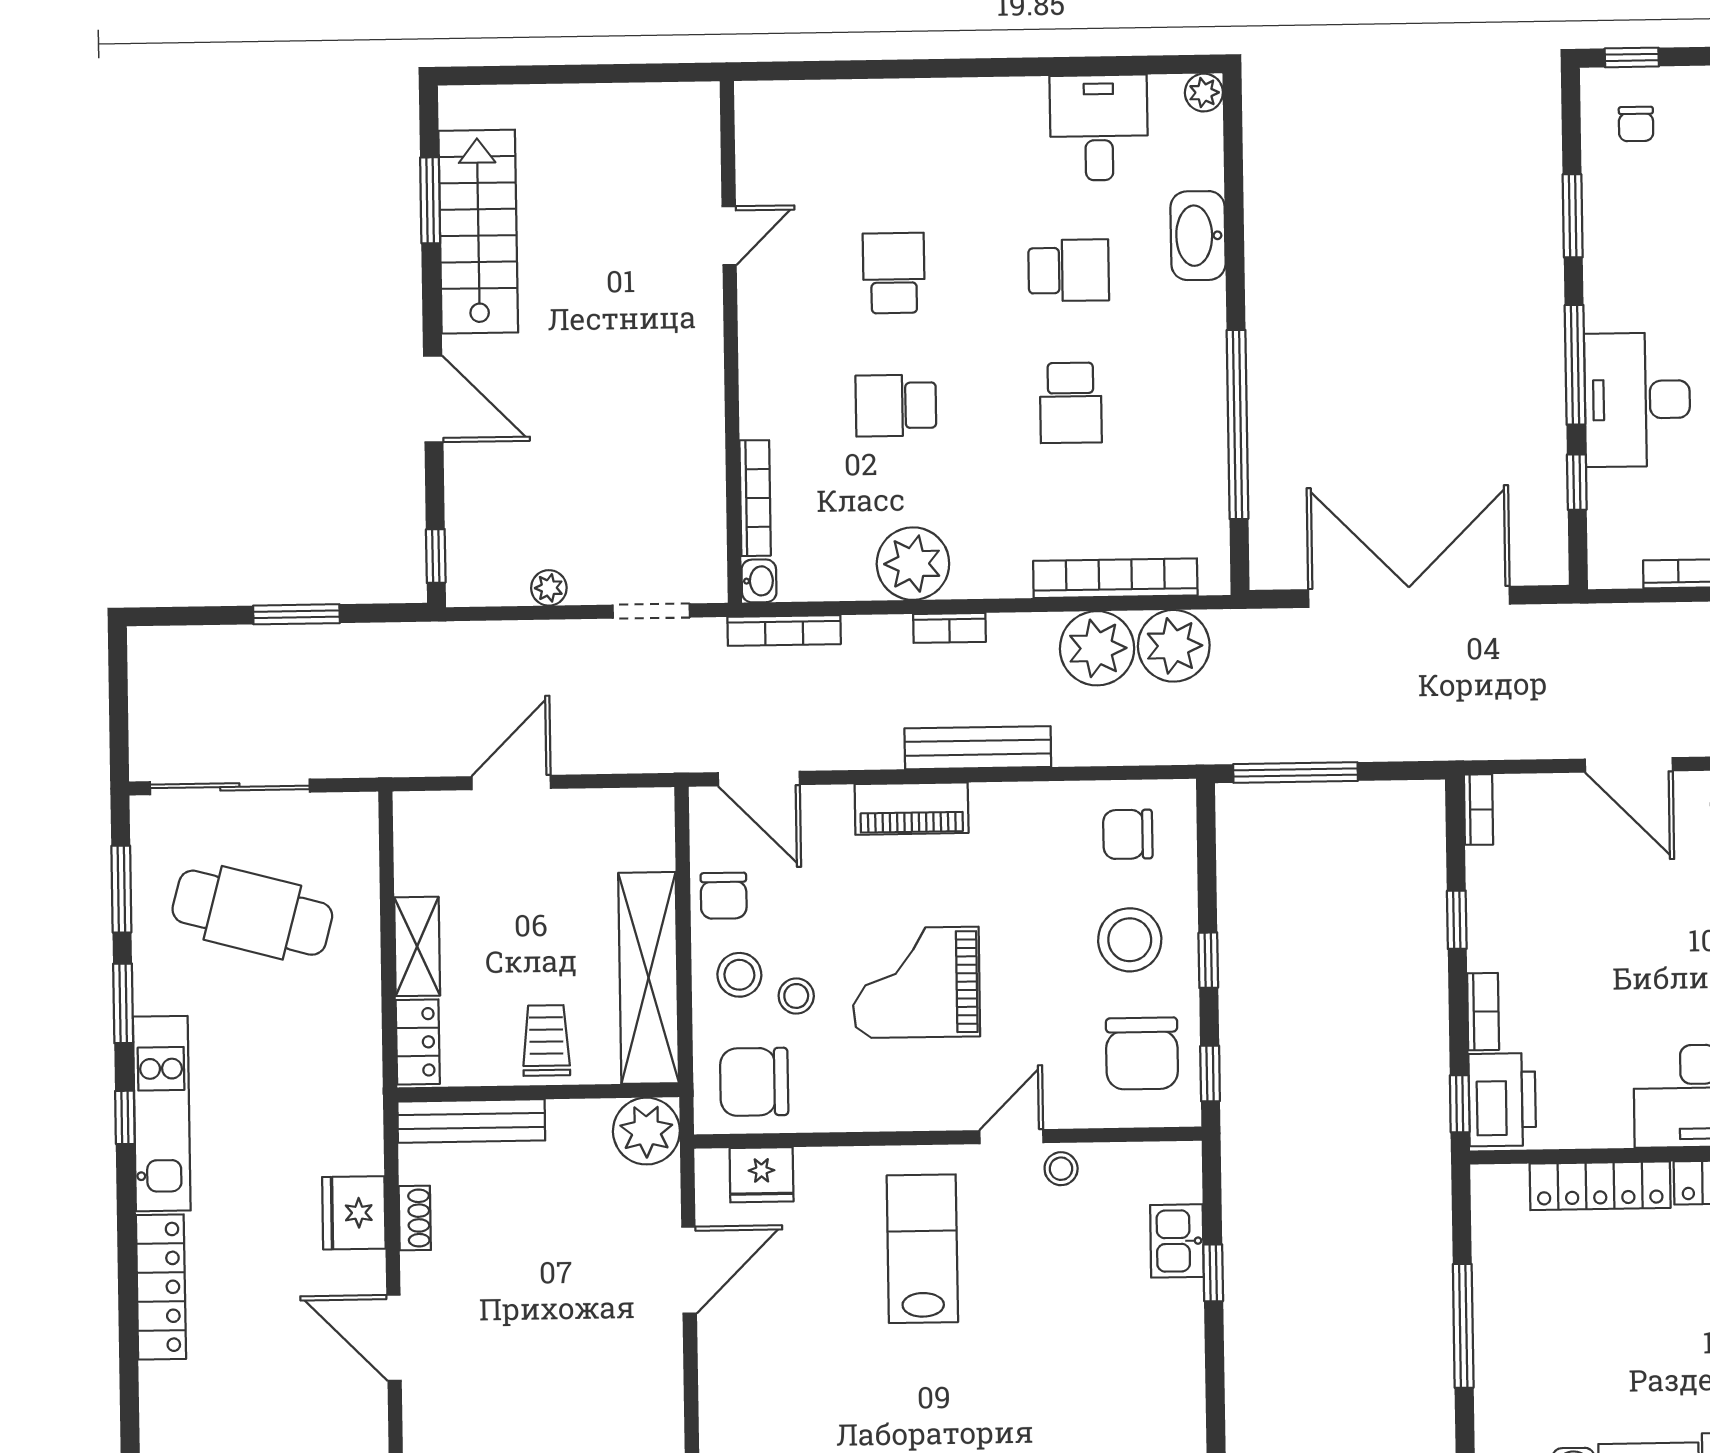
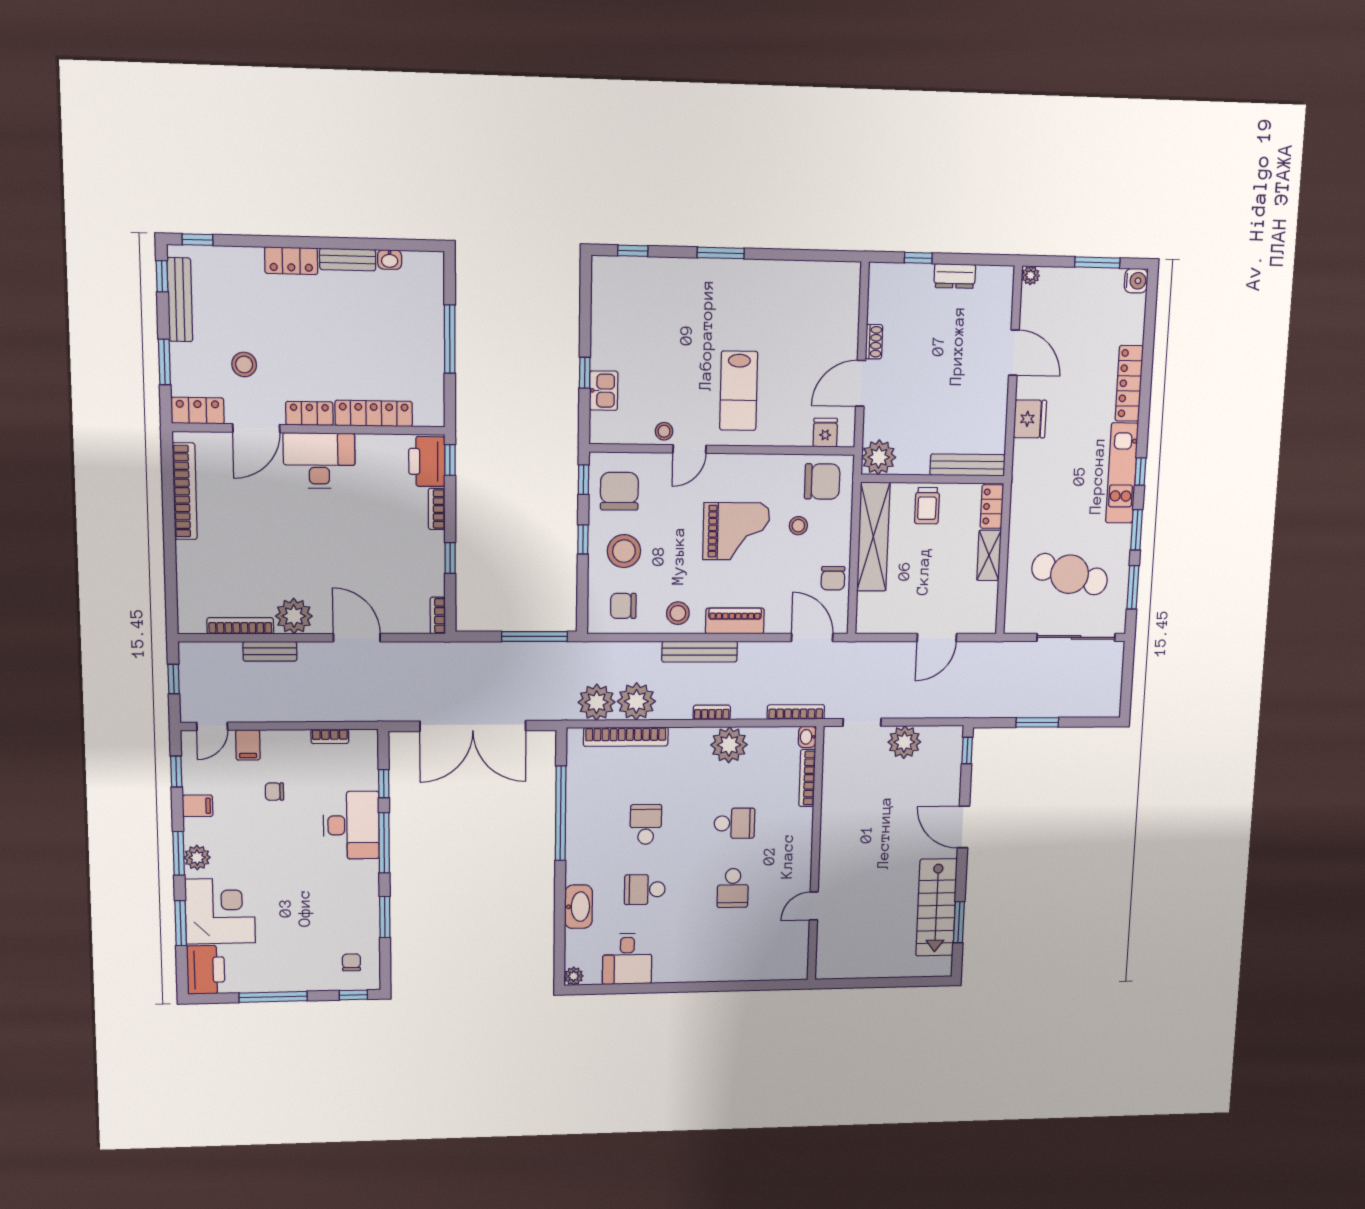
plant: (549, 588) -> (904, 742), width x1.87, depth x1.87
chair: (1128, 834) -> (623, 606), turned 180
chair: (724, 896) -> (833, 578), turned 180
stool: (739, 975) -> (678, 613), moved
fridge: (762, 1175) -> (825, 433), width x0.72
shoe rack: (415, 1218) -> (874, 342), moved, turned 180

